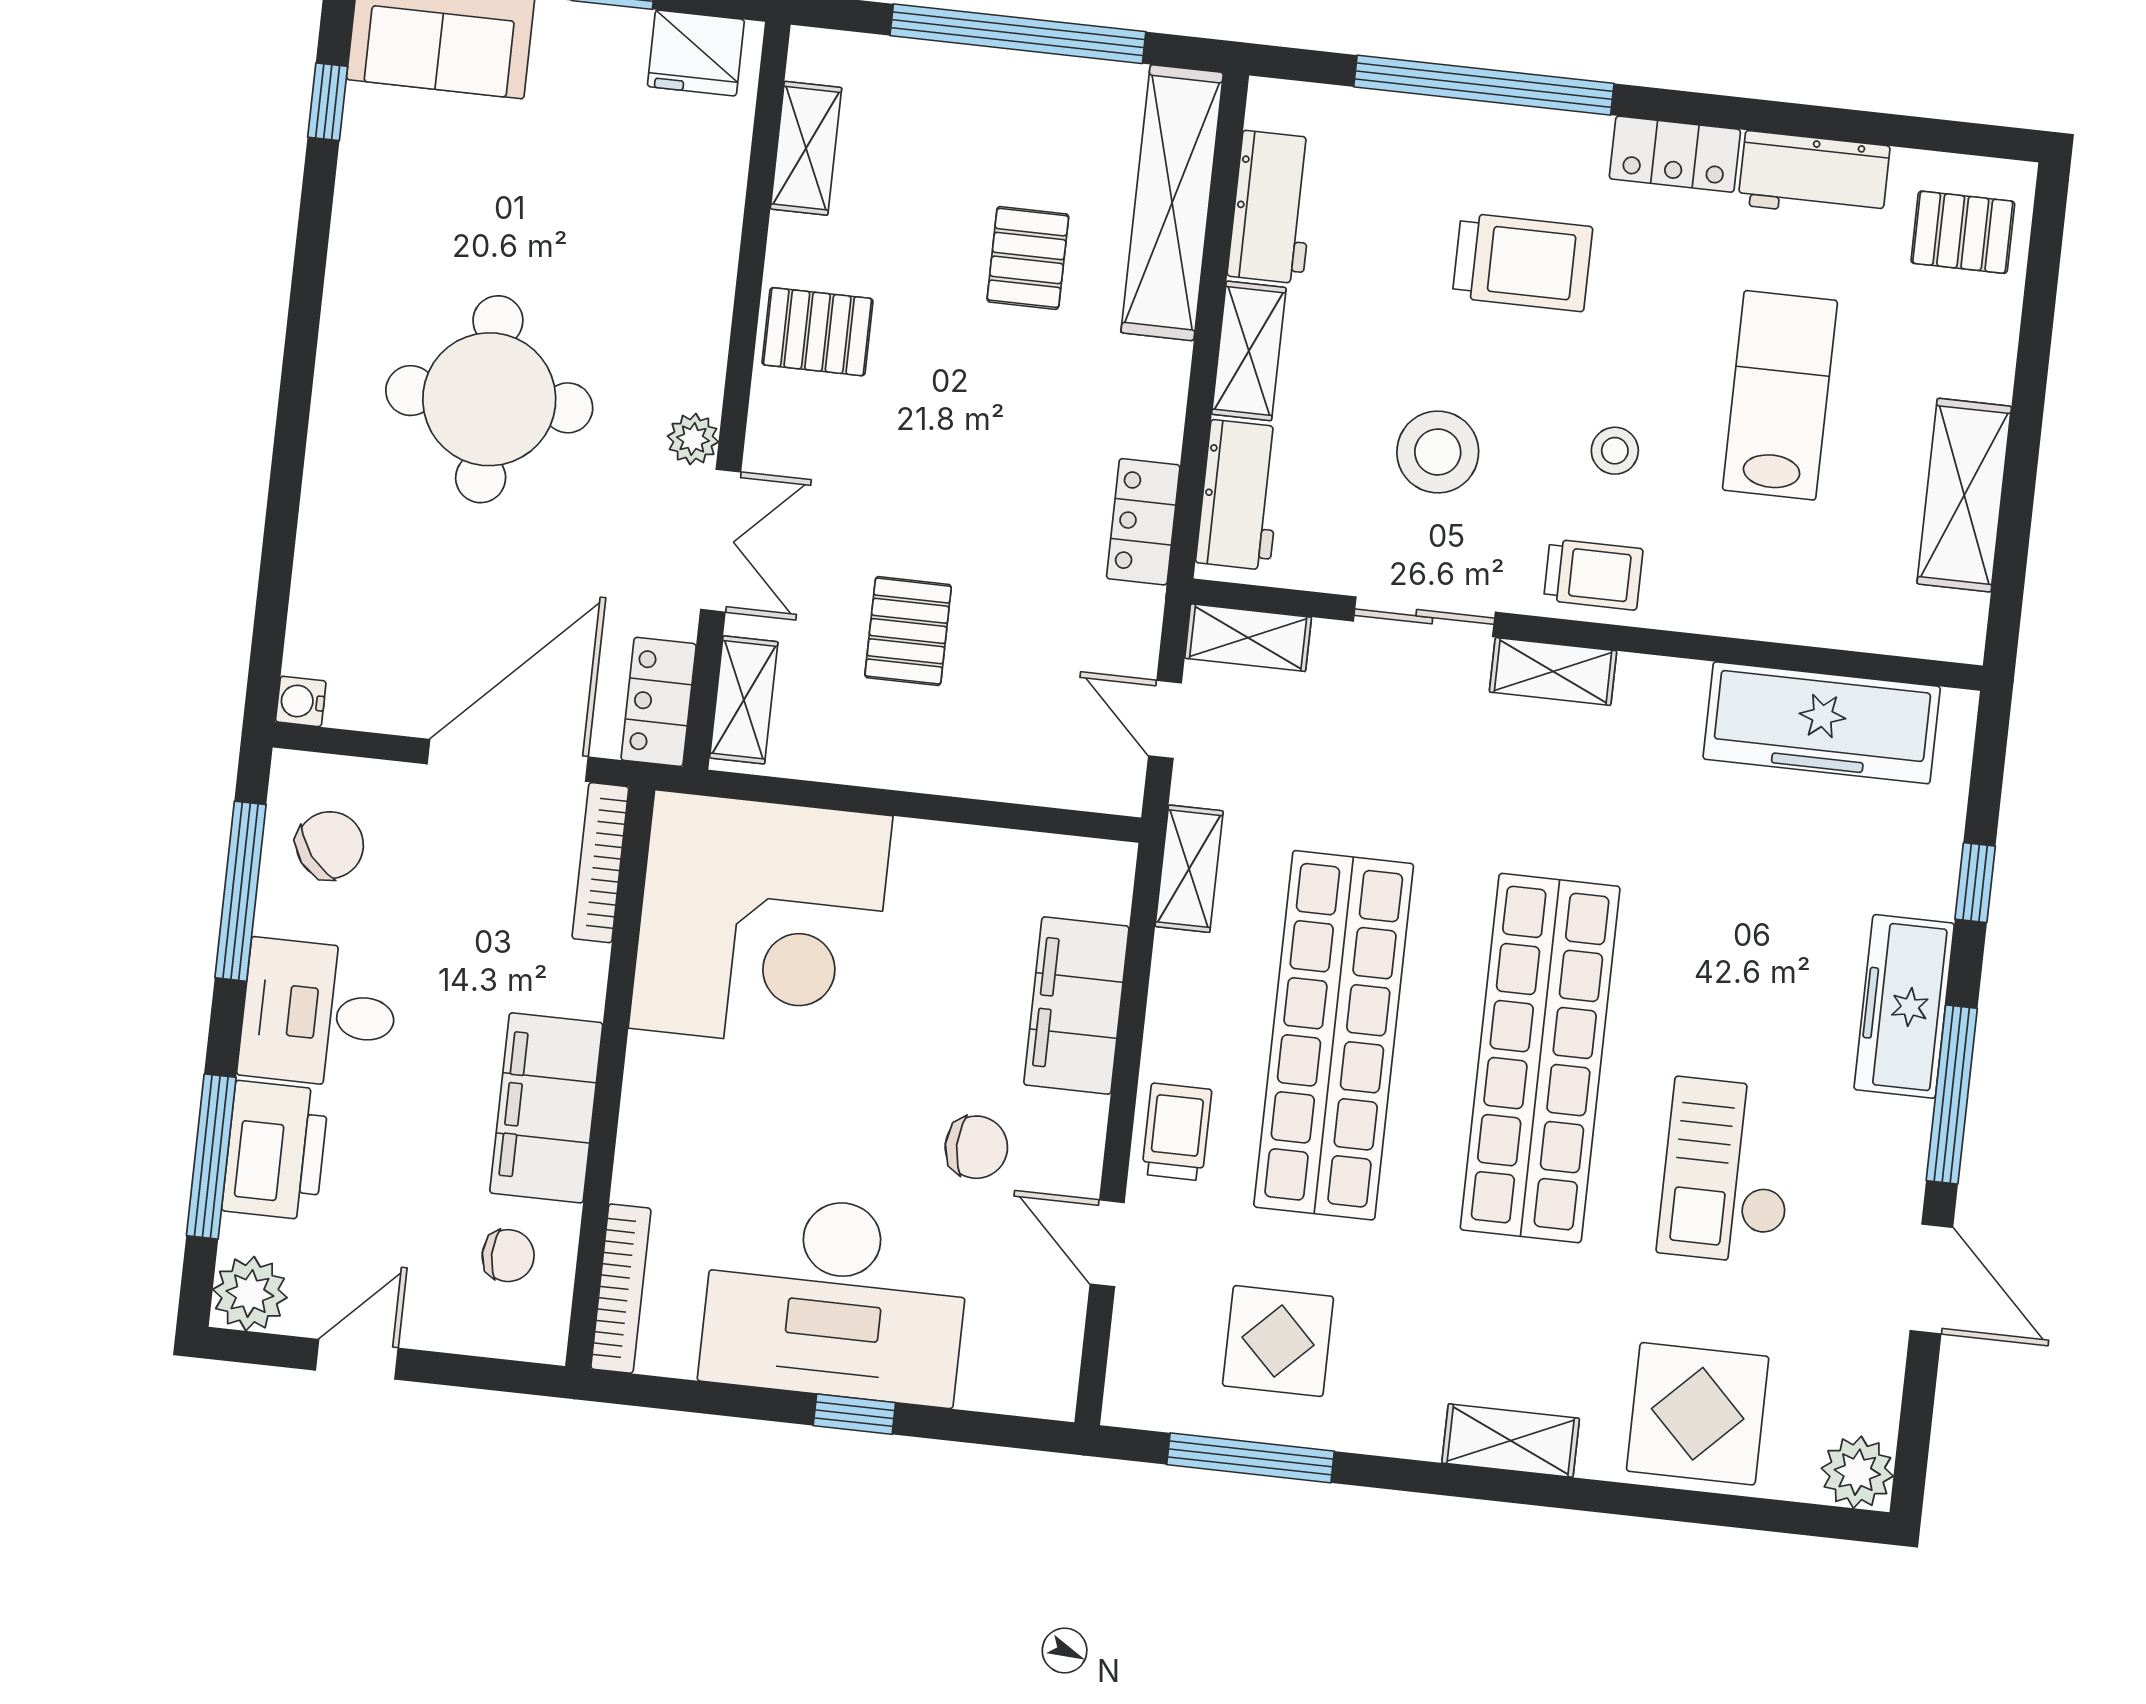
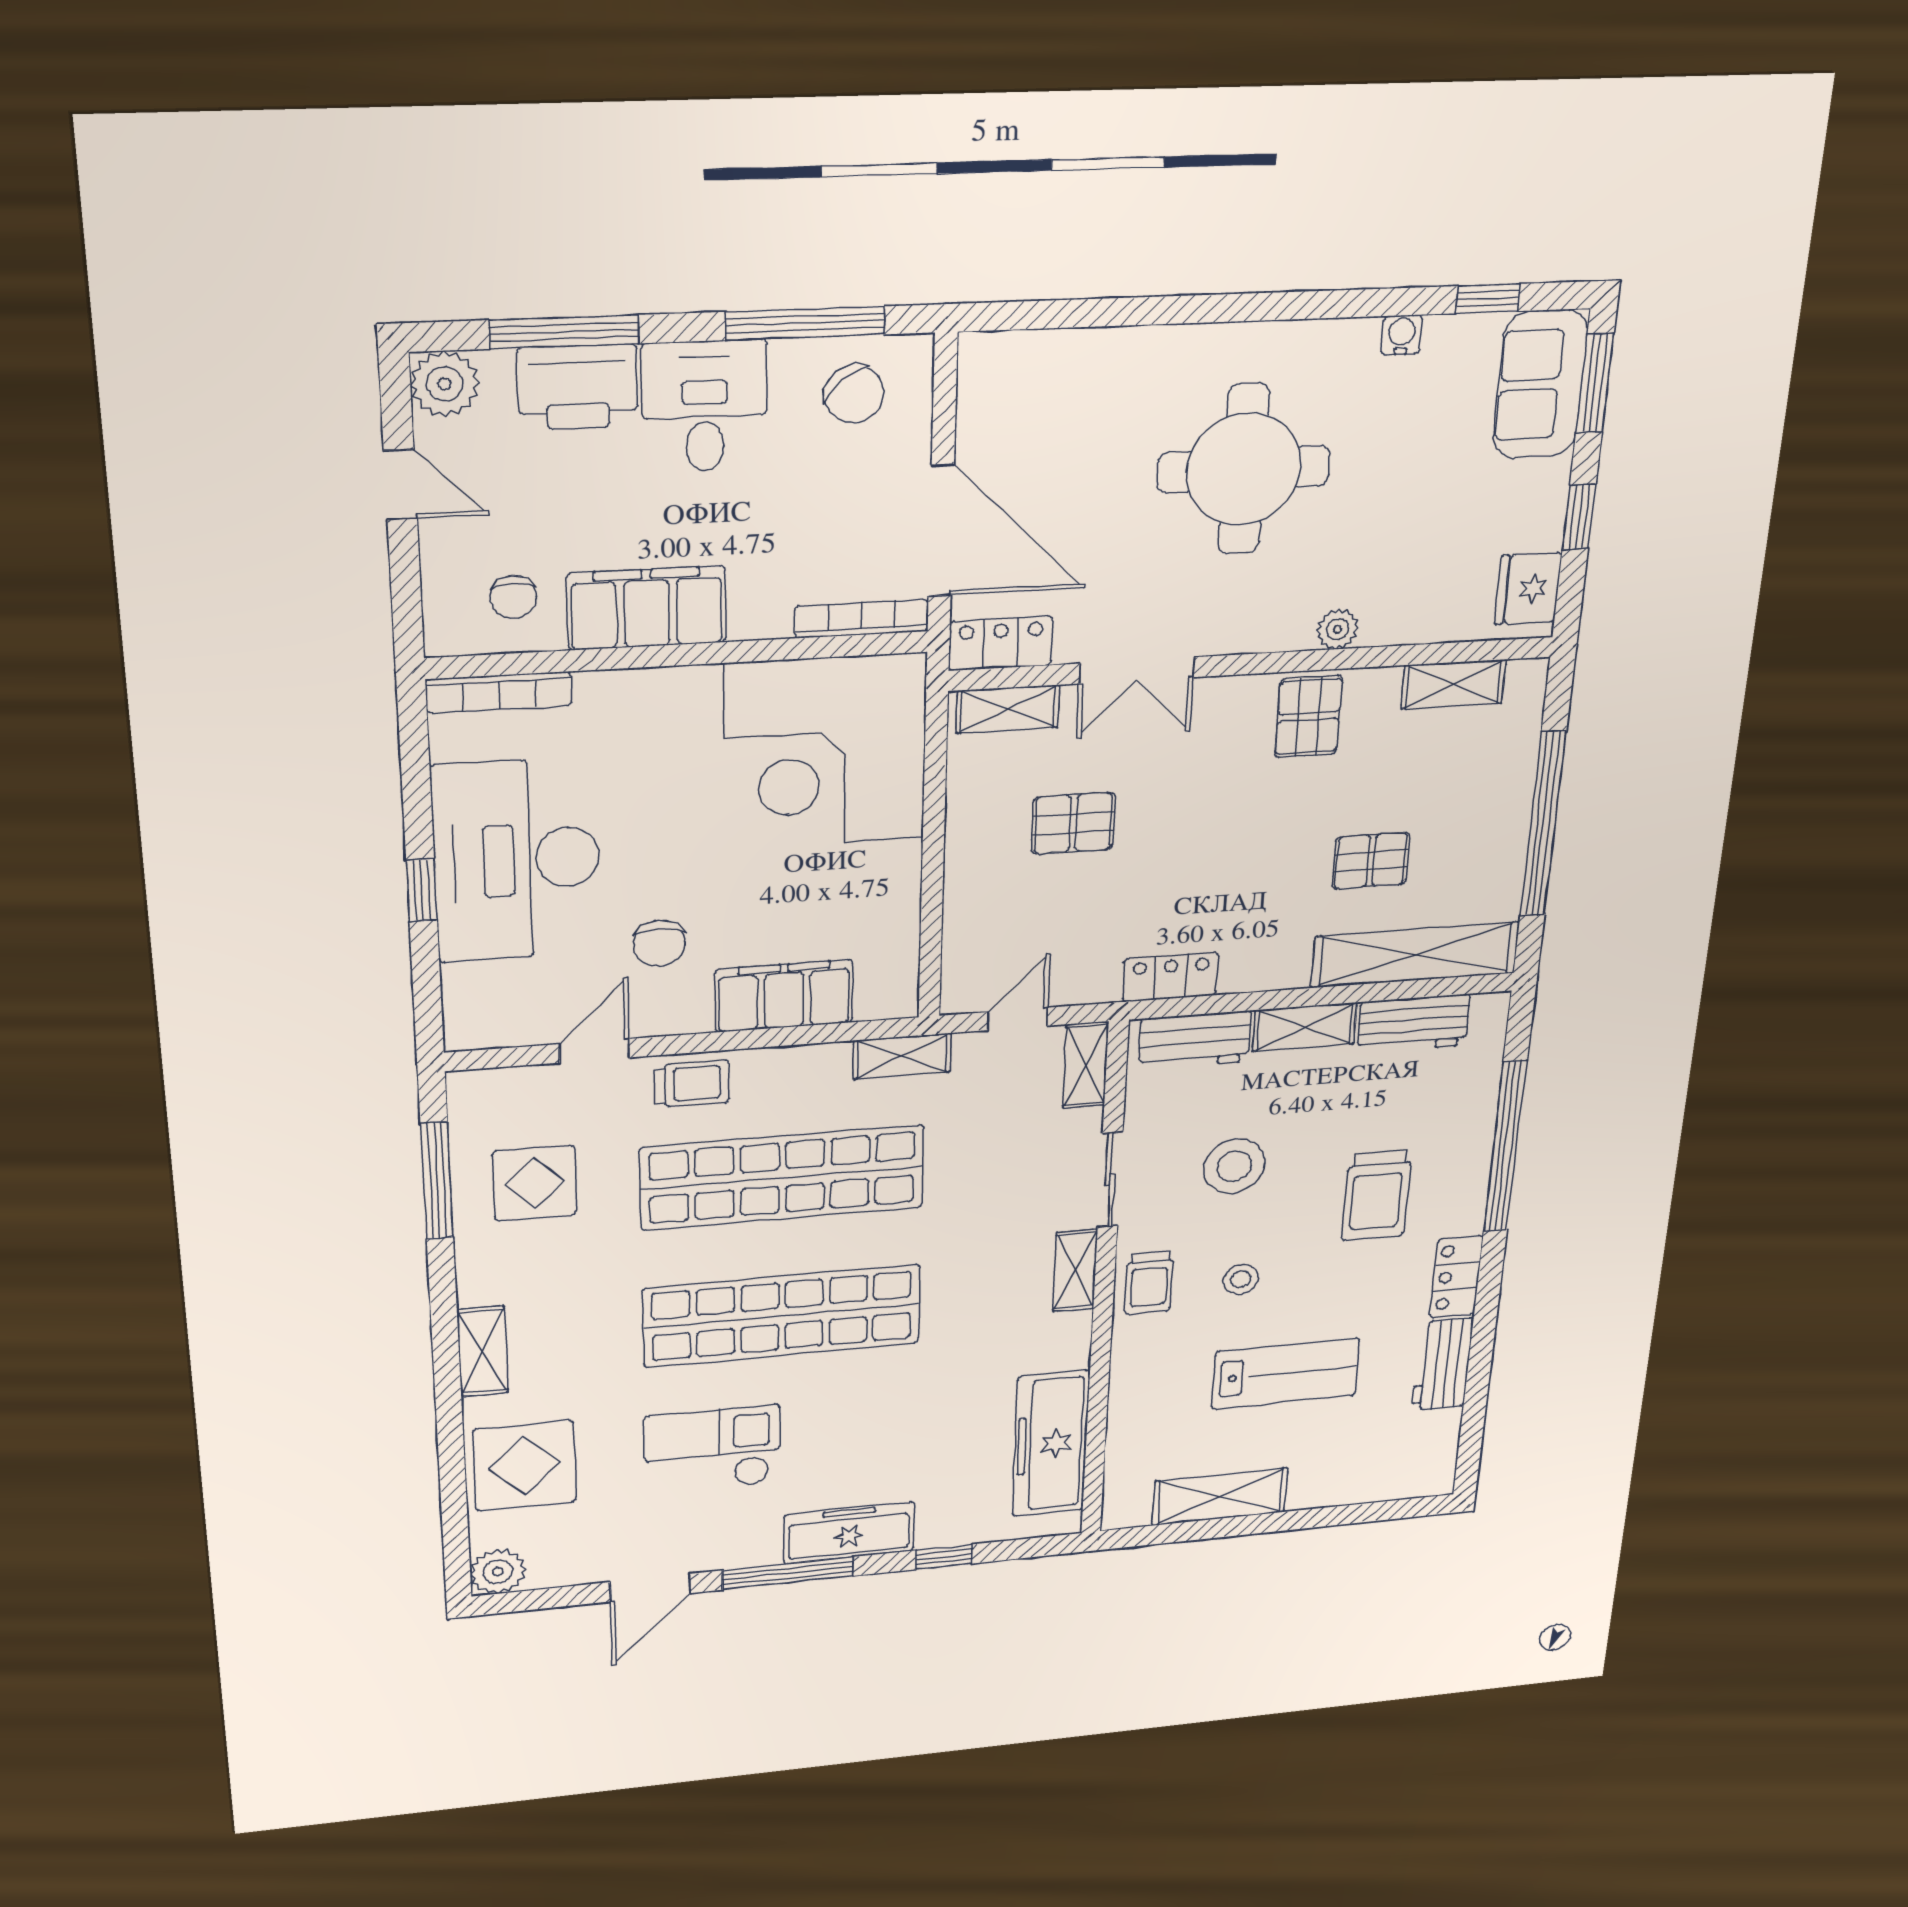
pallet: (1963, 232) -> (1404, 1460), removed
plant: (693, 439) -> (1337, 629), moved
water cooler: (301, 701) -> (1402, 335), moved

